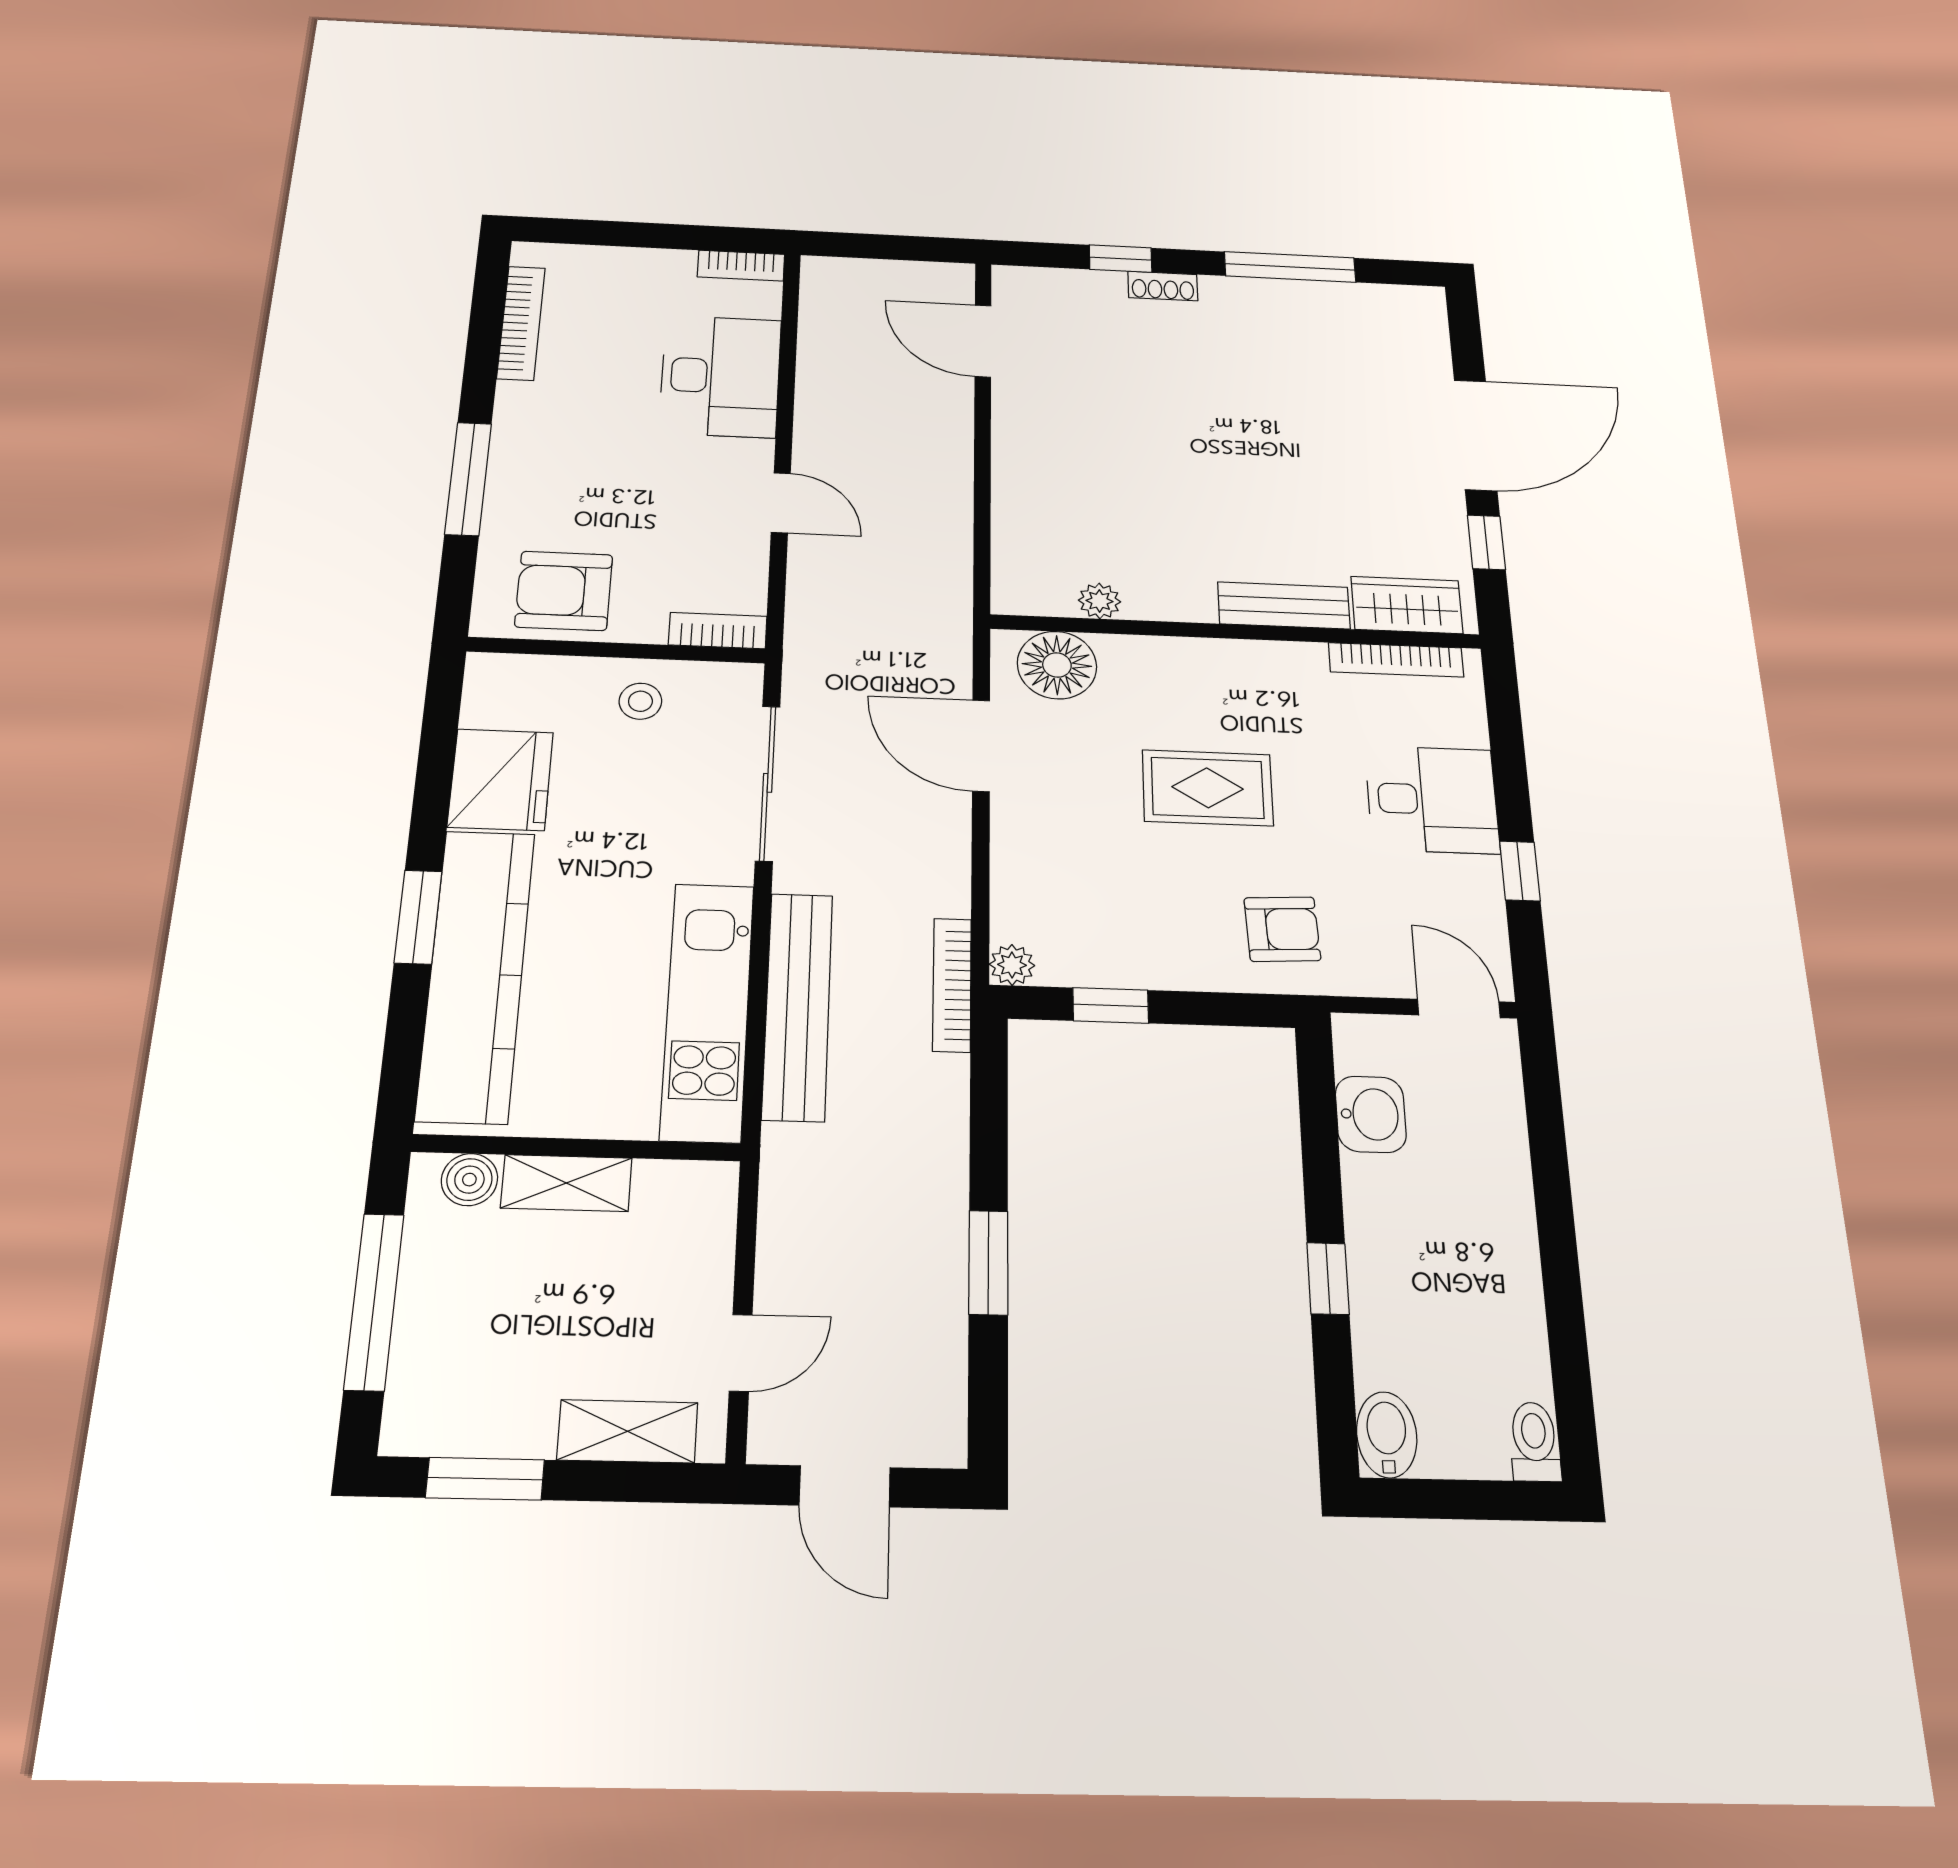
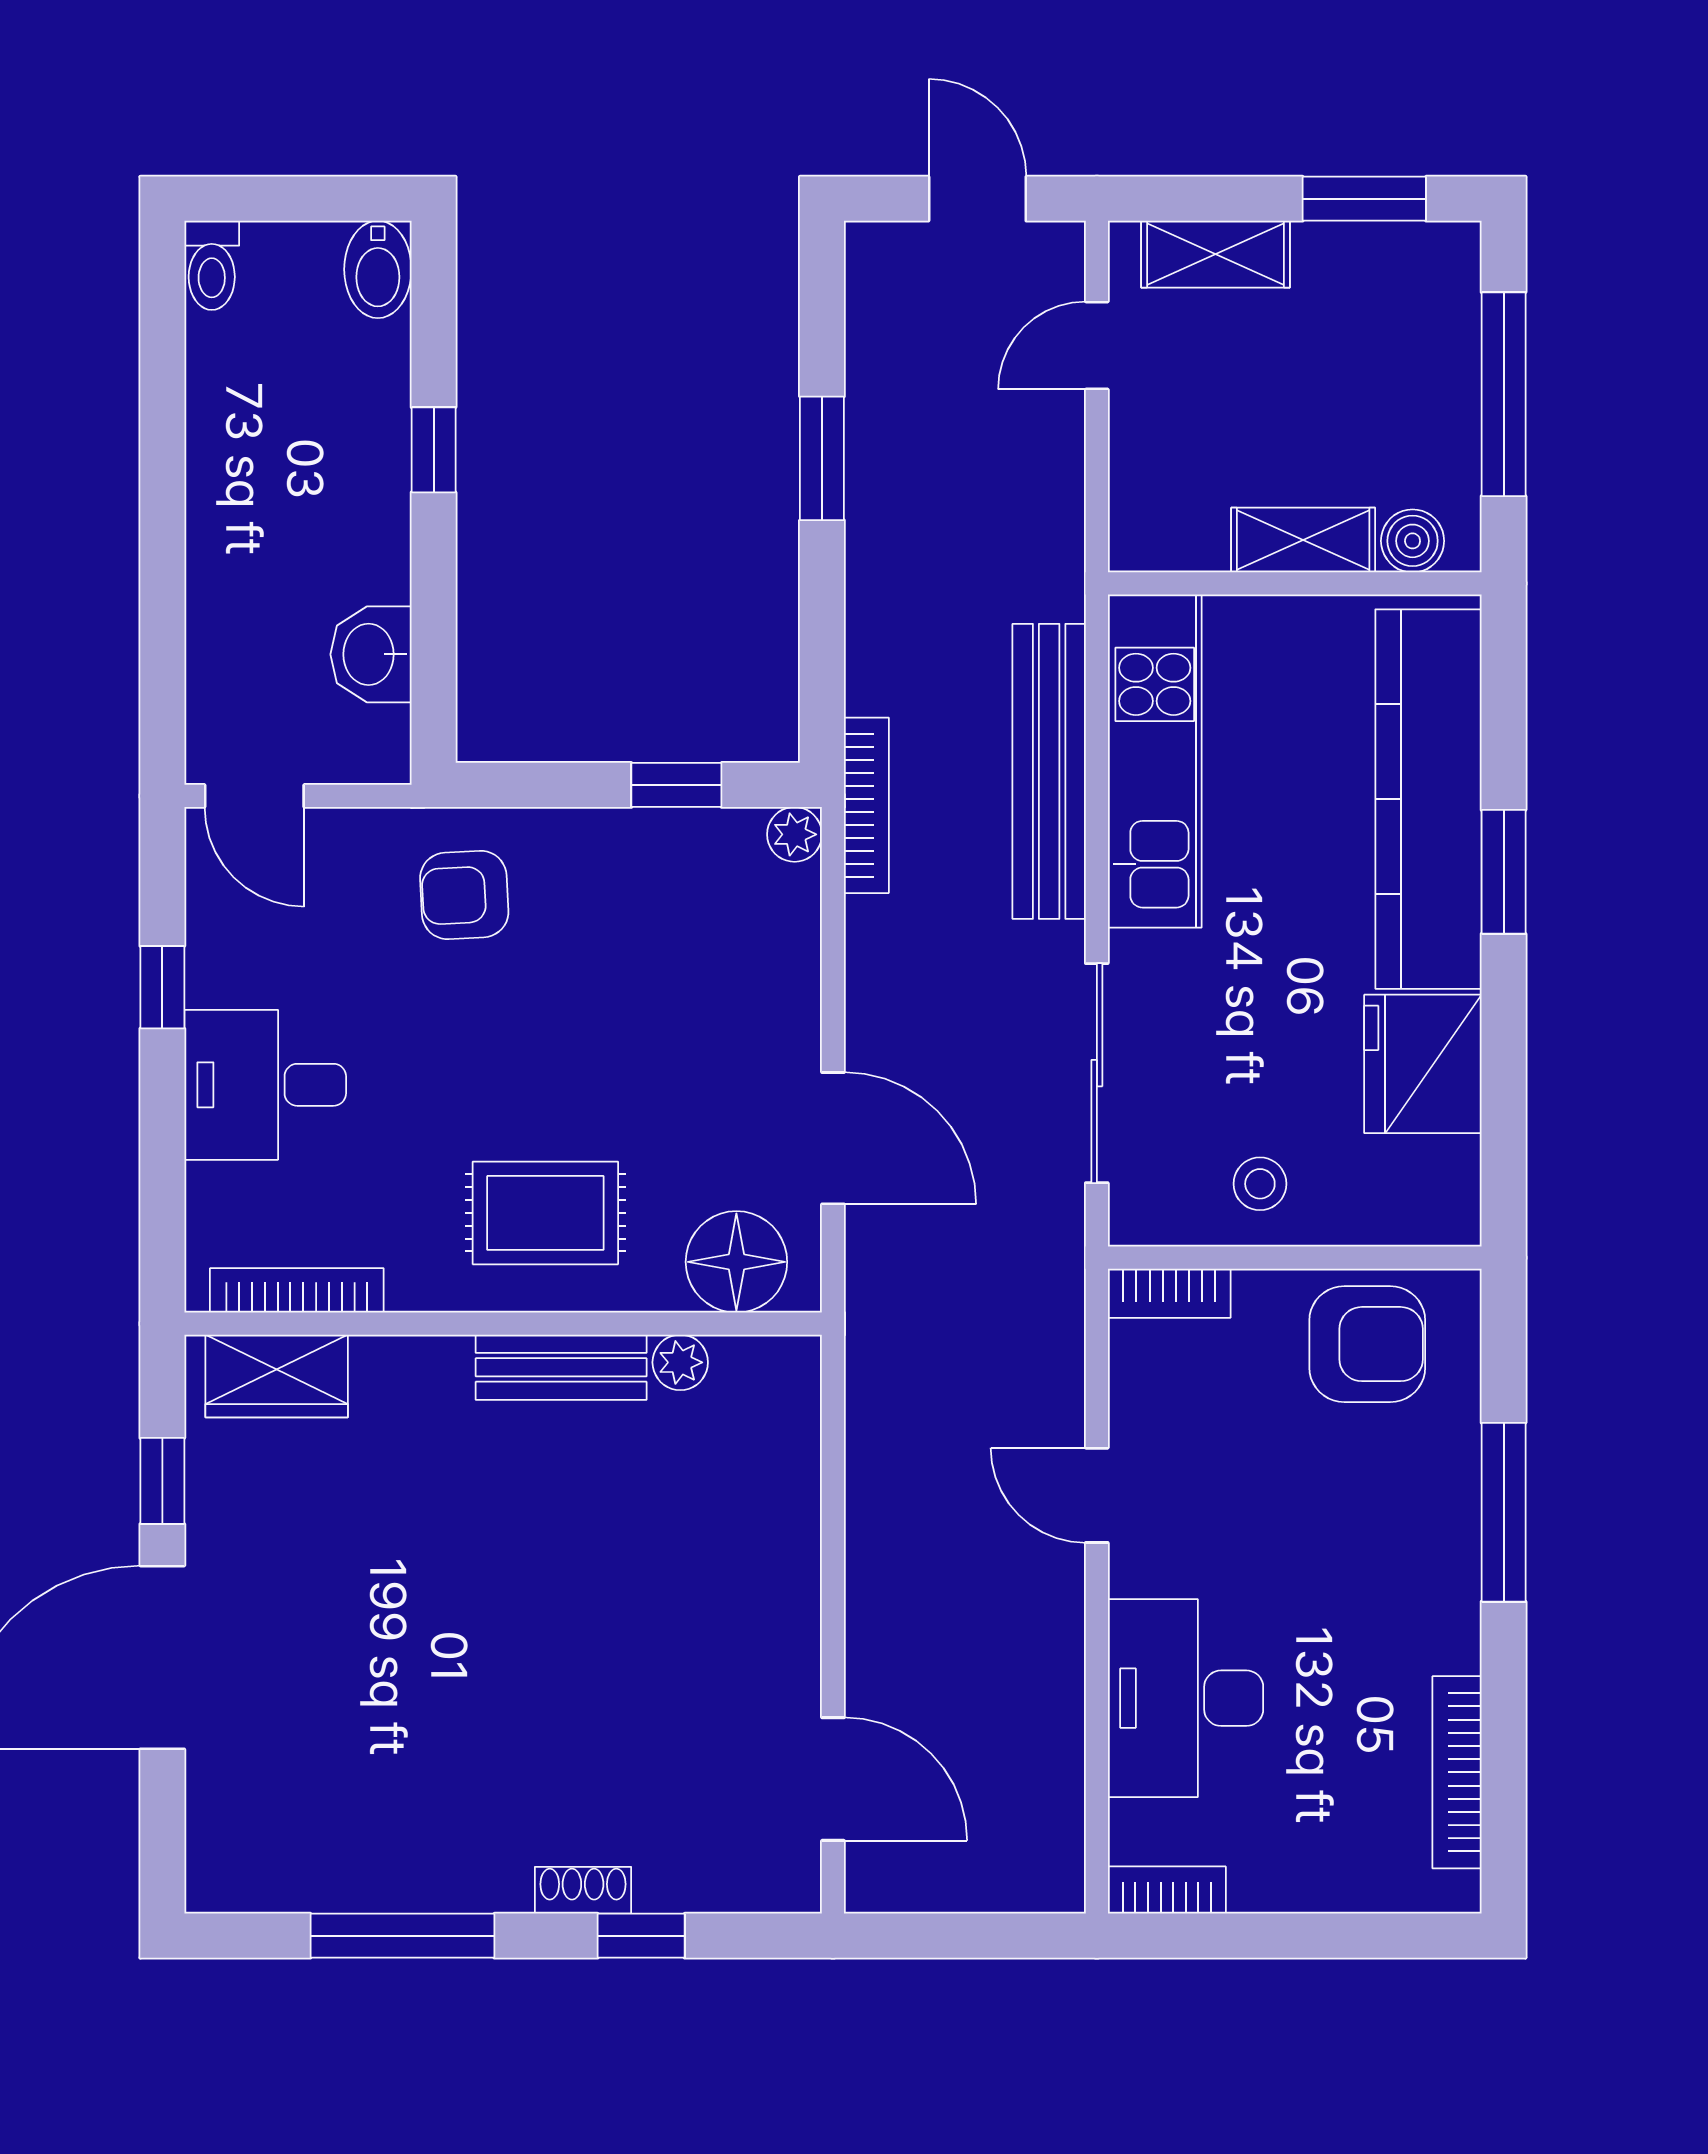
bench: (1284, 605) -> (561, 1367), moved
rug: (1208, 788) -> (545, 1213), moved

